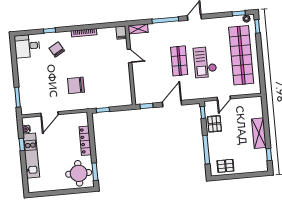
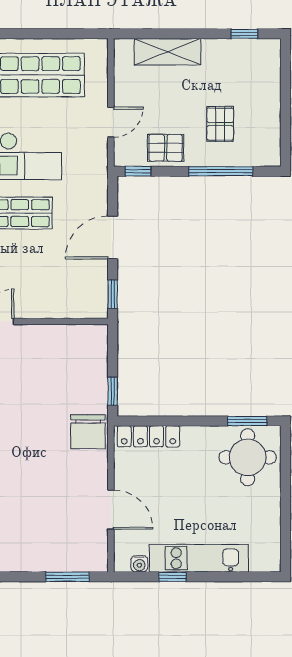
chair: (76, 85) -> (88, 432), moved
door: (224, 98) -> (111, 122), hinge flipped
door: (172, 104) -> (113, 237), hinge flipped
shelving: (259, 133) -> (167, 52), moved
locker: (85, 141) -> (148, 436), moved
pallet: (225, 166) -> (220, 124), moved

